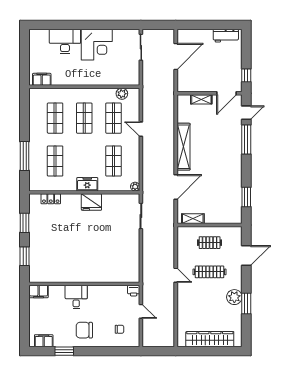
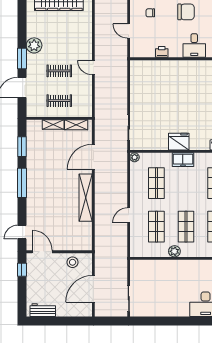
corner desk: (97, 45) -> (173, 301), removed
stool: (196, 83) -> (73, 262), added
door: (226, 93) -> (42, 252), hinge flipped
plant: (122, 94) -> (174, 251), moved
shelving: (201, 99) -> (53, 124), moved
door: (141, 129) -> (129, 215), swing flipped
window: (246, 139) -> (22, 183), moved
clothes rail: (210, 272) -> (59, 71), width x0.73
printer: (134, 291) -> (162, 52), moved
window: (246, 304) -> (22, 58), moved

